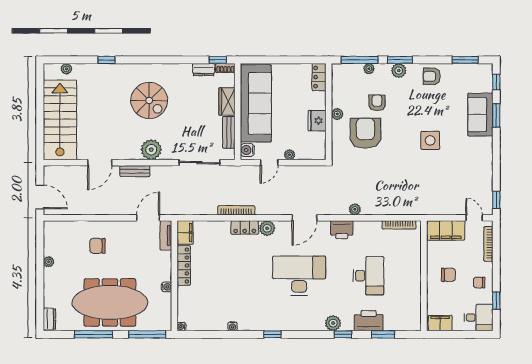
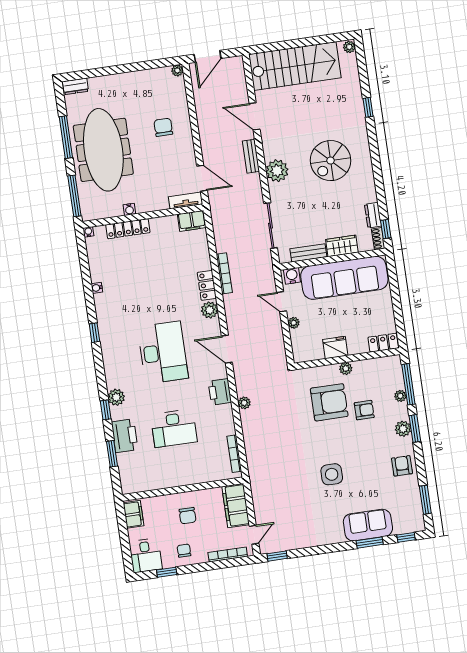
plant: (66, 69) -> (349, 47), moved
plant: (49, 262) -> (177, 71), moved
locker: (184, 266) -> (128, 229), moved

